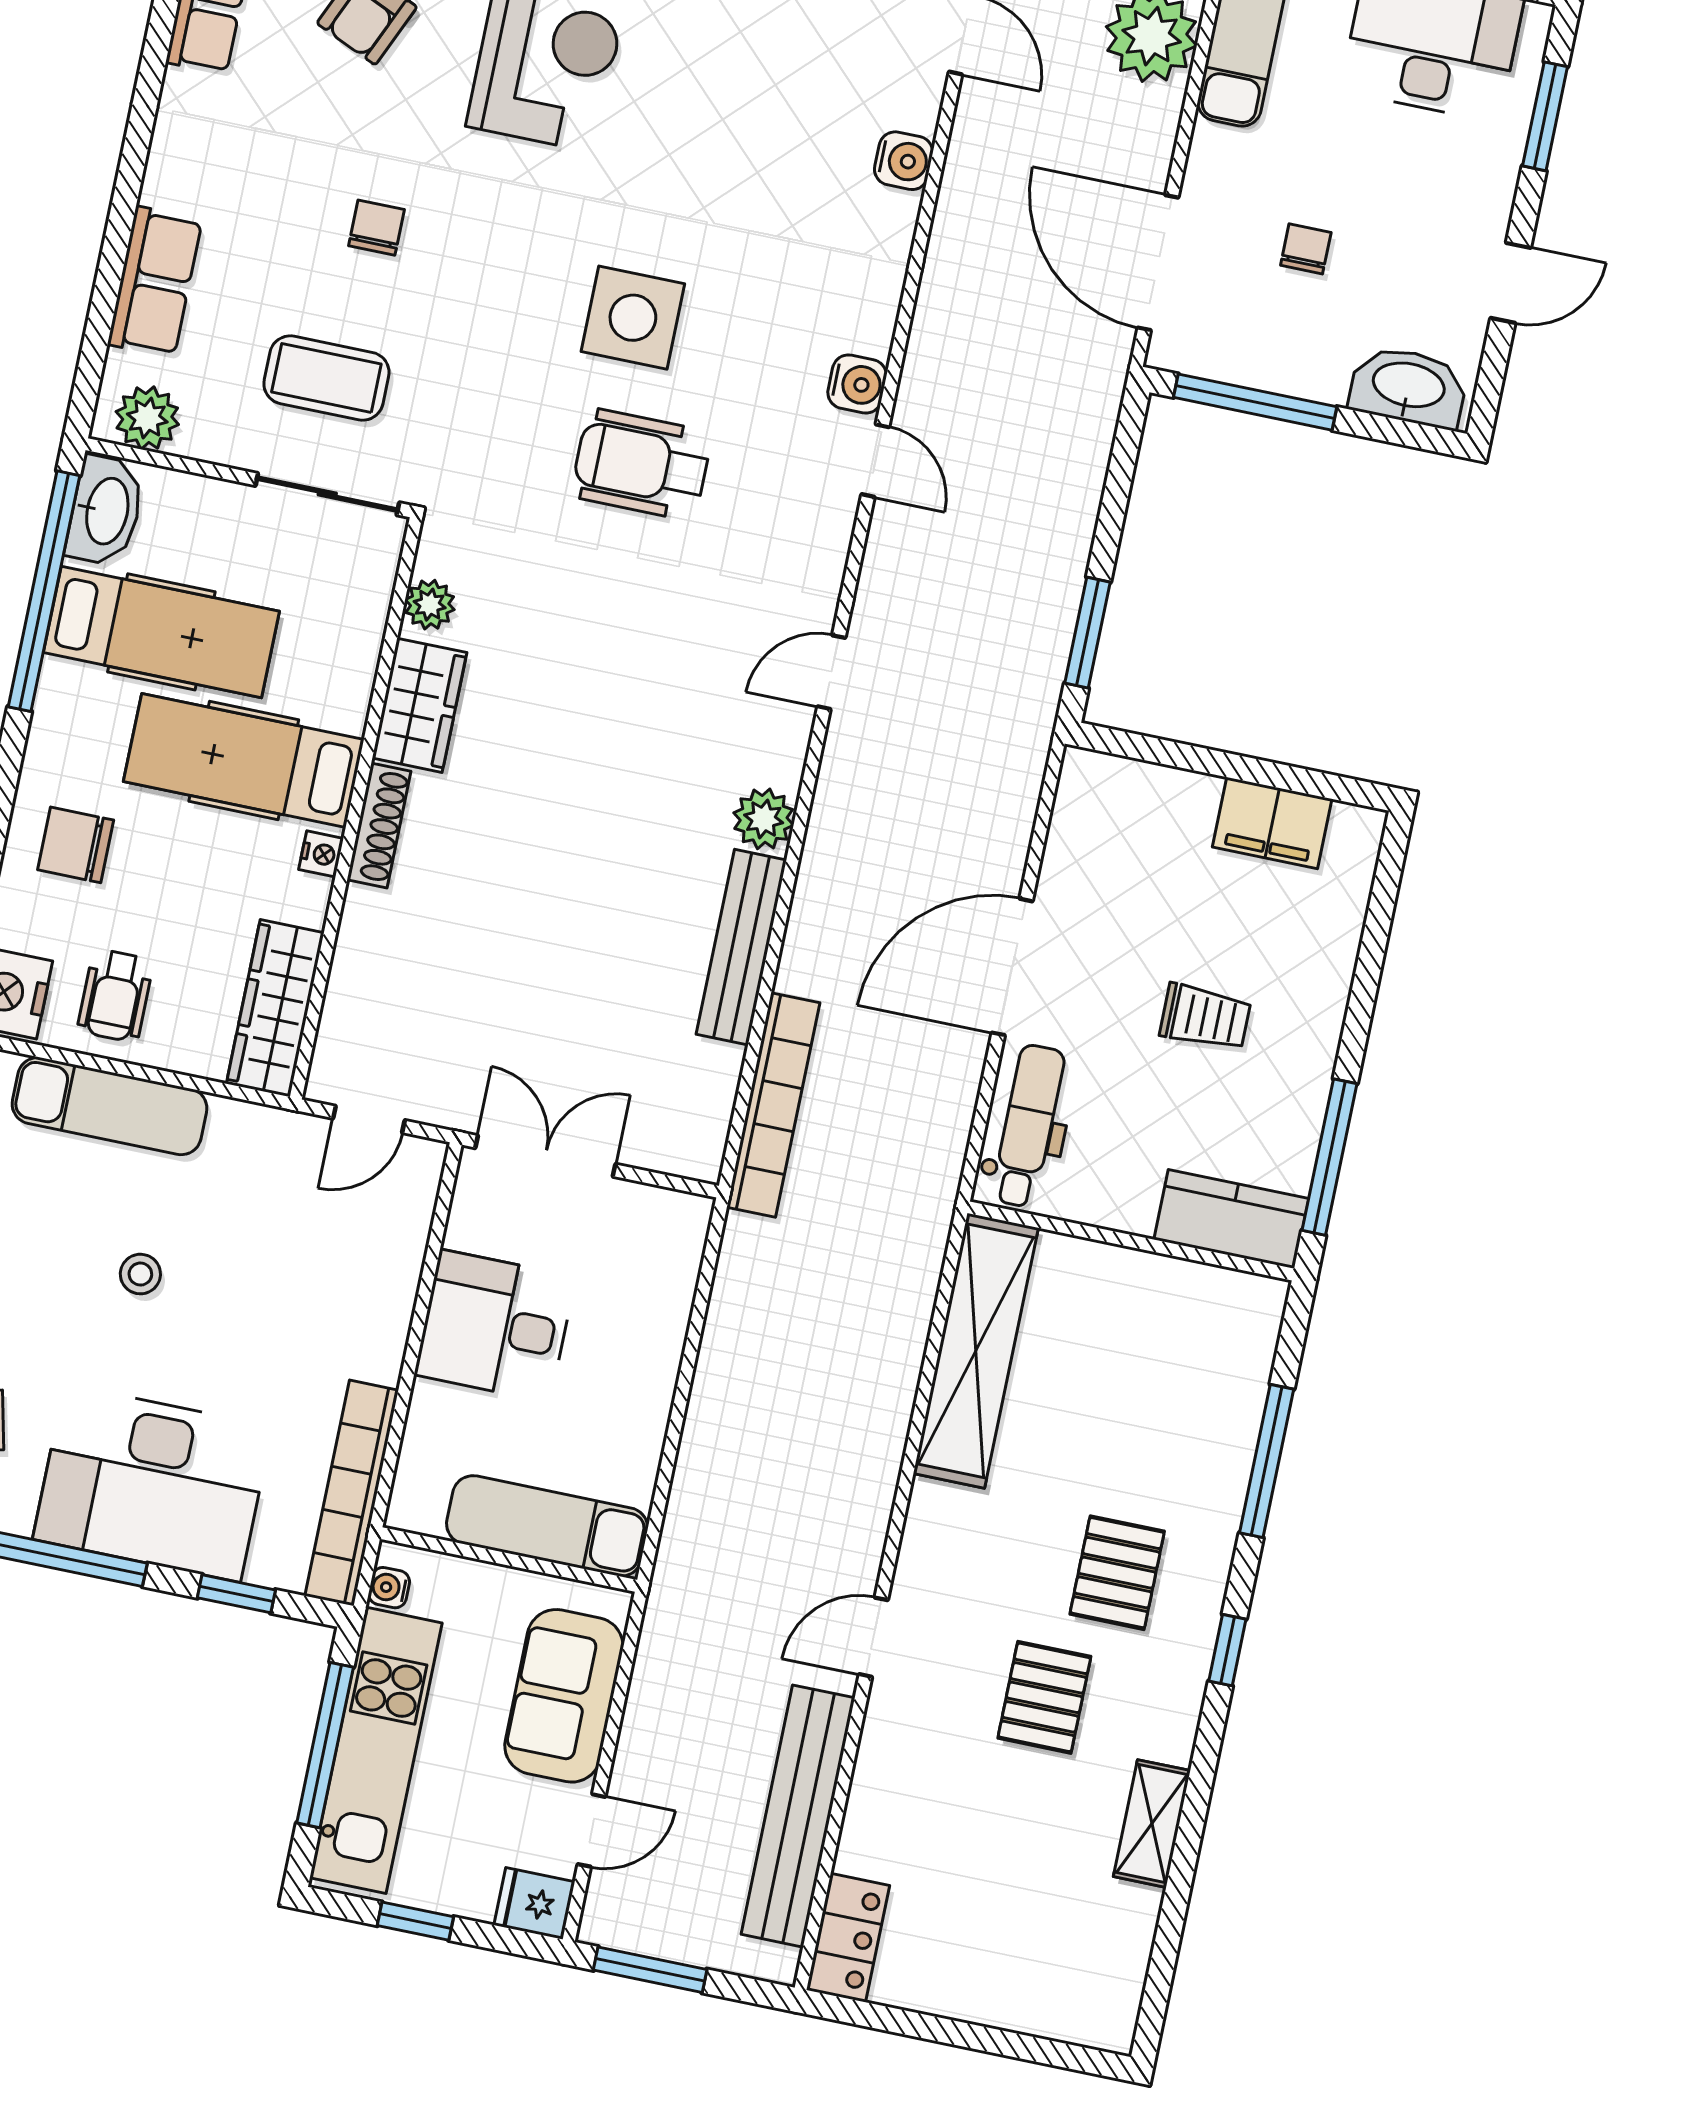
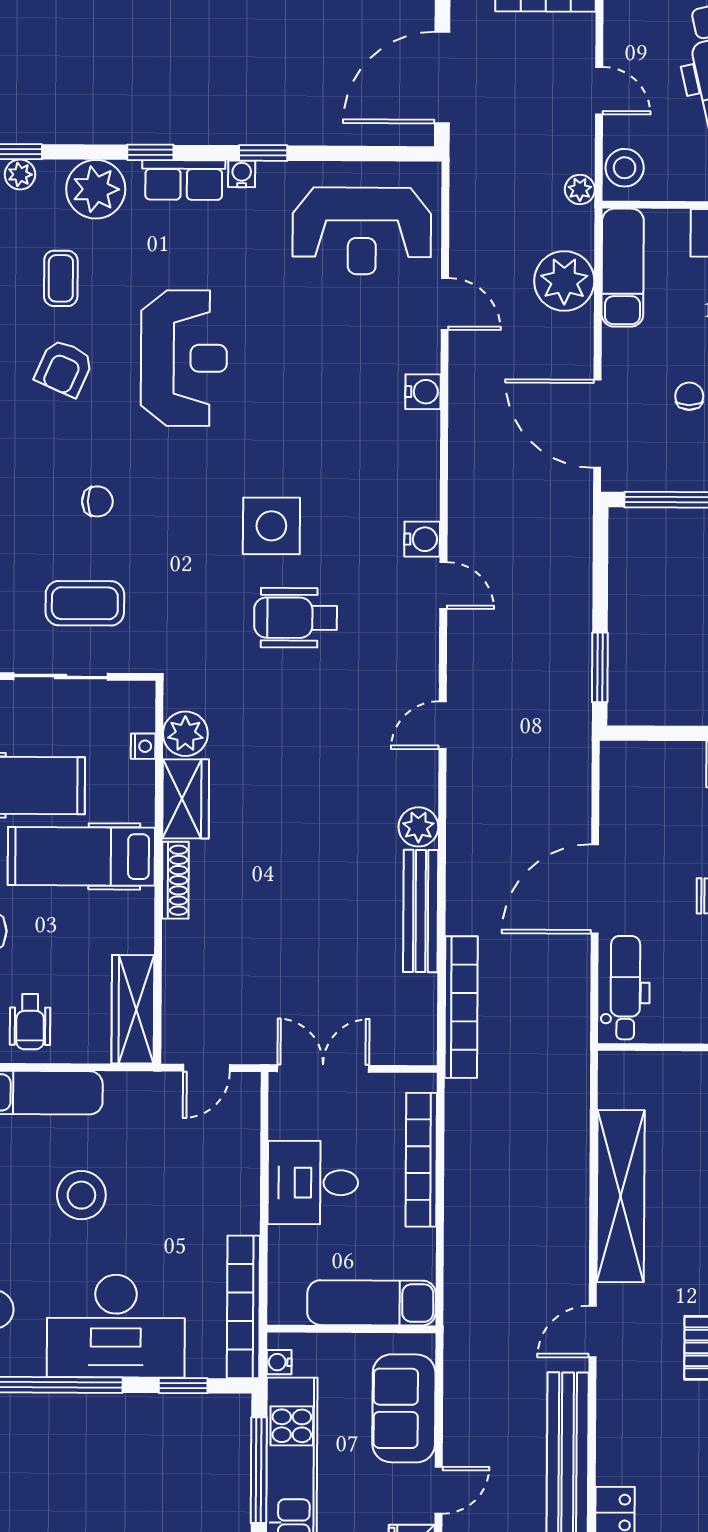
chair: (376, 228) -> (97, 501), turned 90
sliding door: (327, 494) -> (60, 677), moved
plant: (430, 605) -> (185, 734), width x1.38, depth x1.38
nightstand: (321, 854) -> (143, 746), moved
stool: (140, 1274) -> (81, 1195), width x1.89, depth x1.89
bookcase: (666, 1324) -> (421, 1160), added
shelving: (976, 1351) -> (621, 1196), moved

